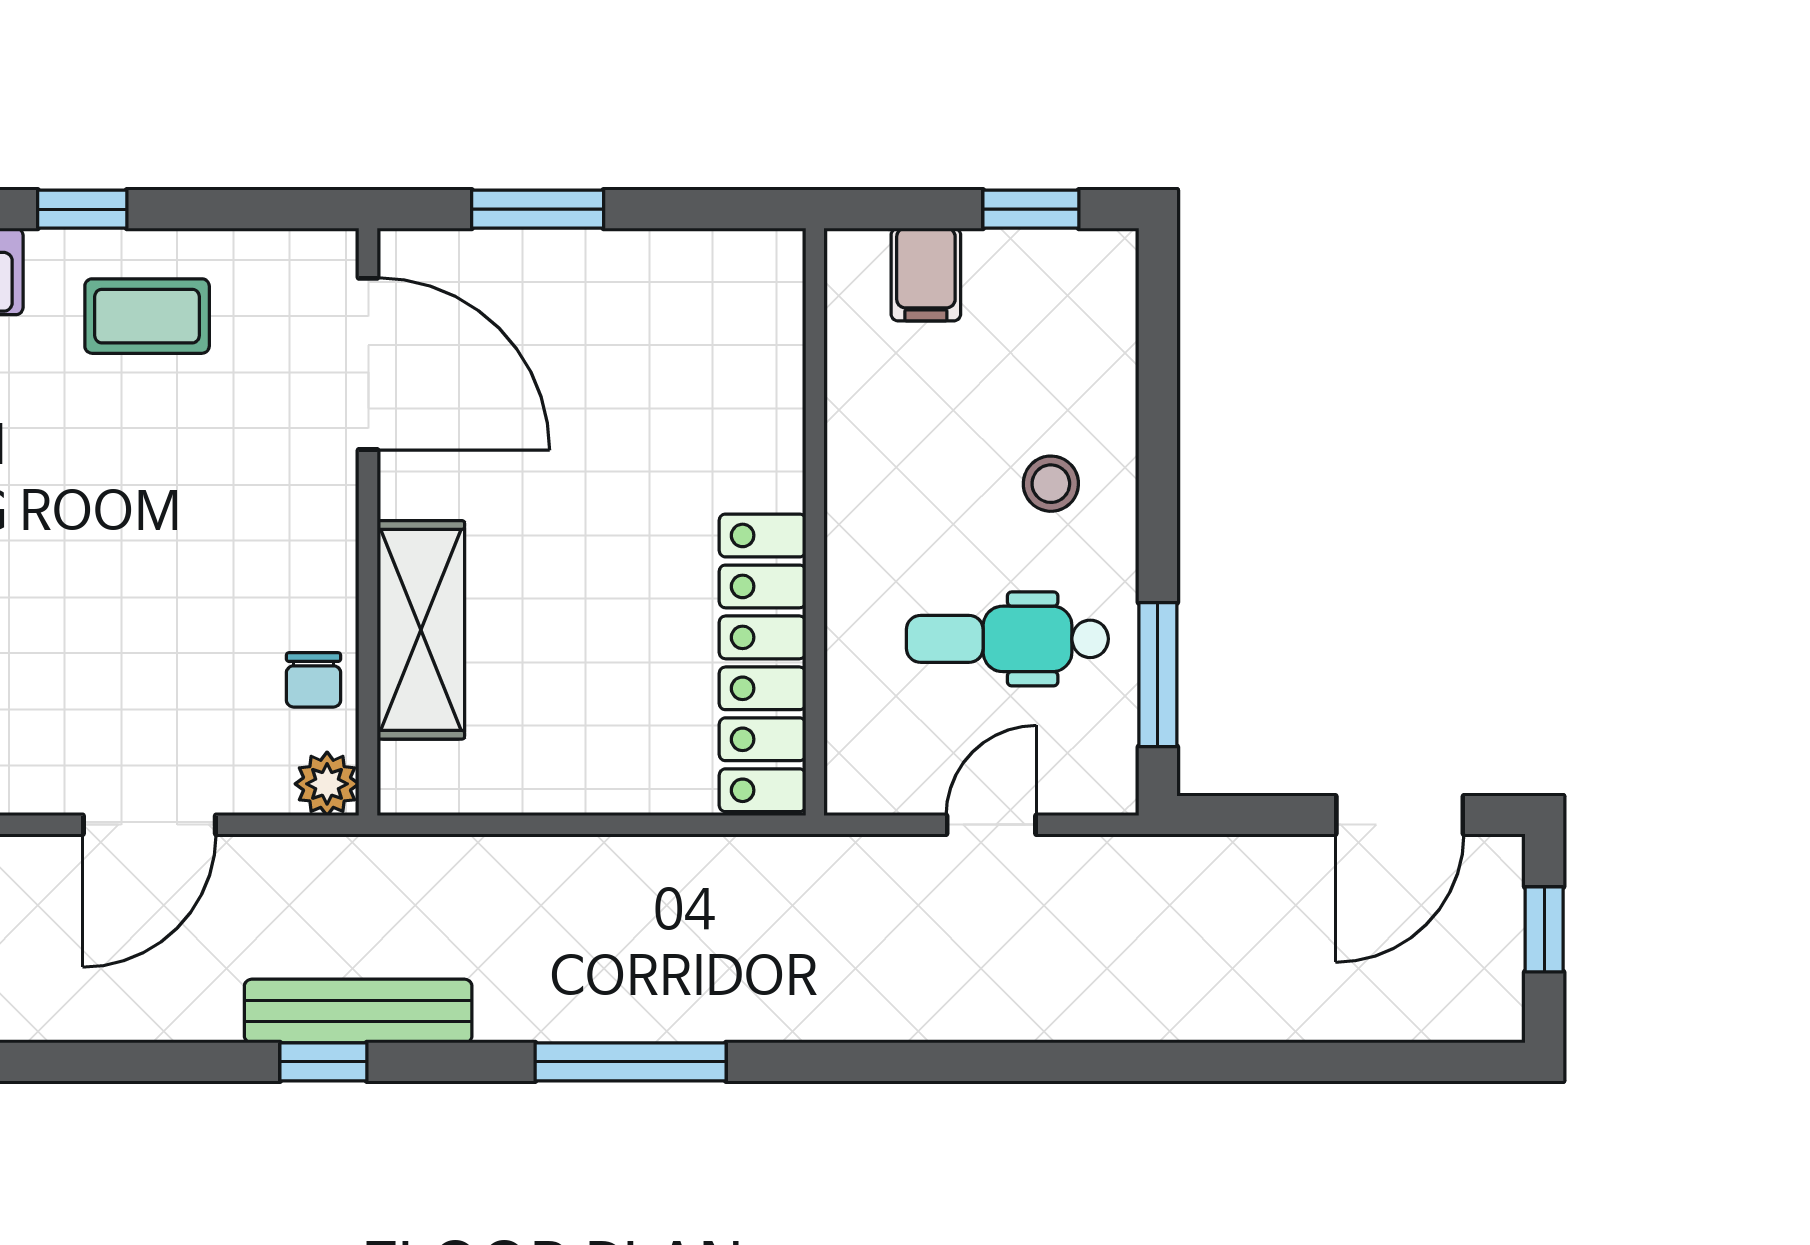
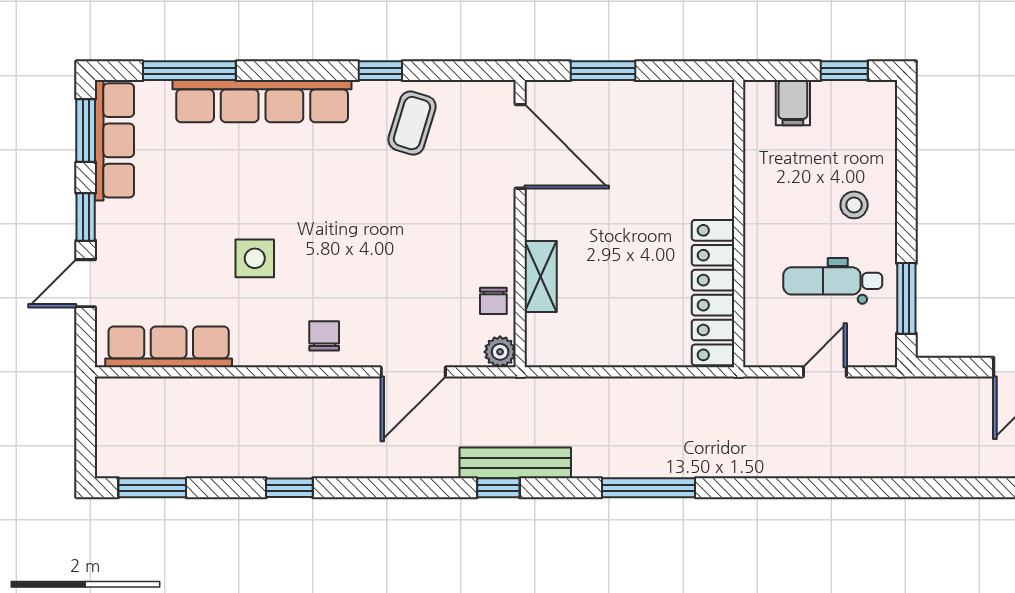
coffee table: (147, 316) -> (412, 123), turned -73
shelving: (421, 630) -> (541, 276), width x0.67, depth x0.75

